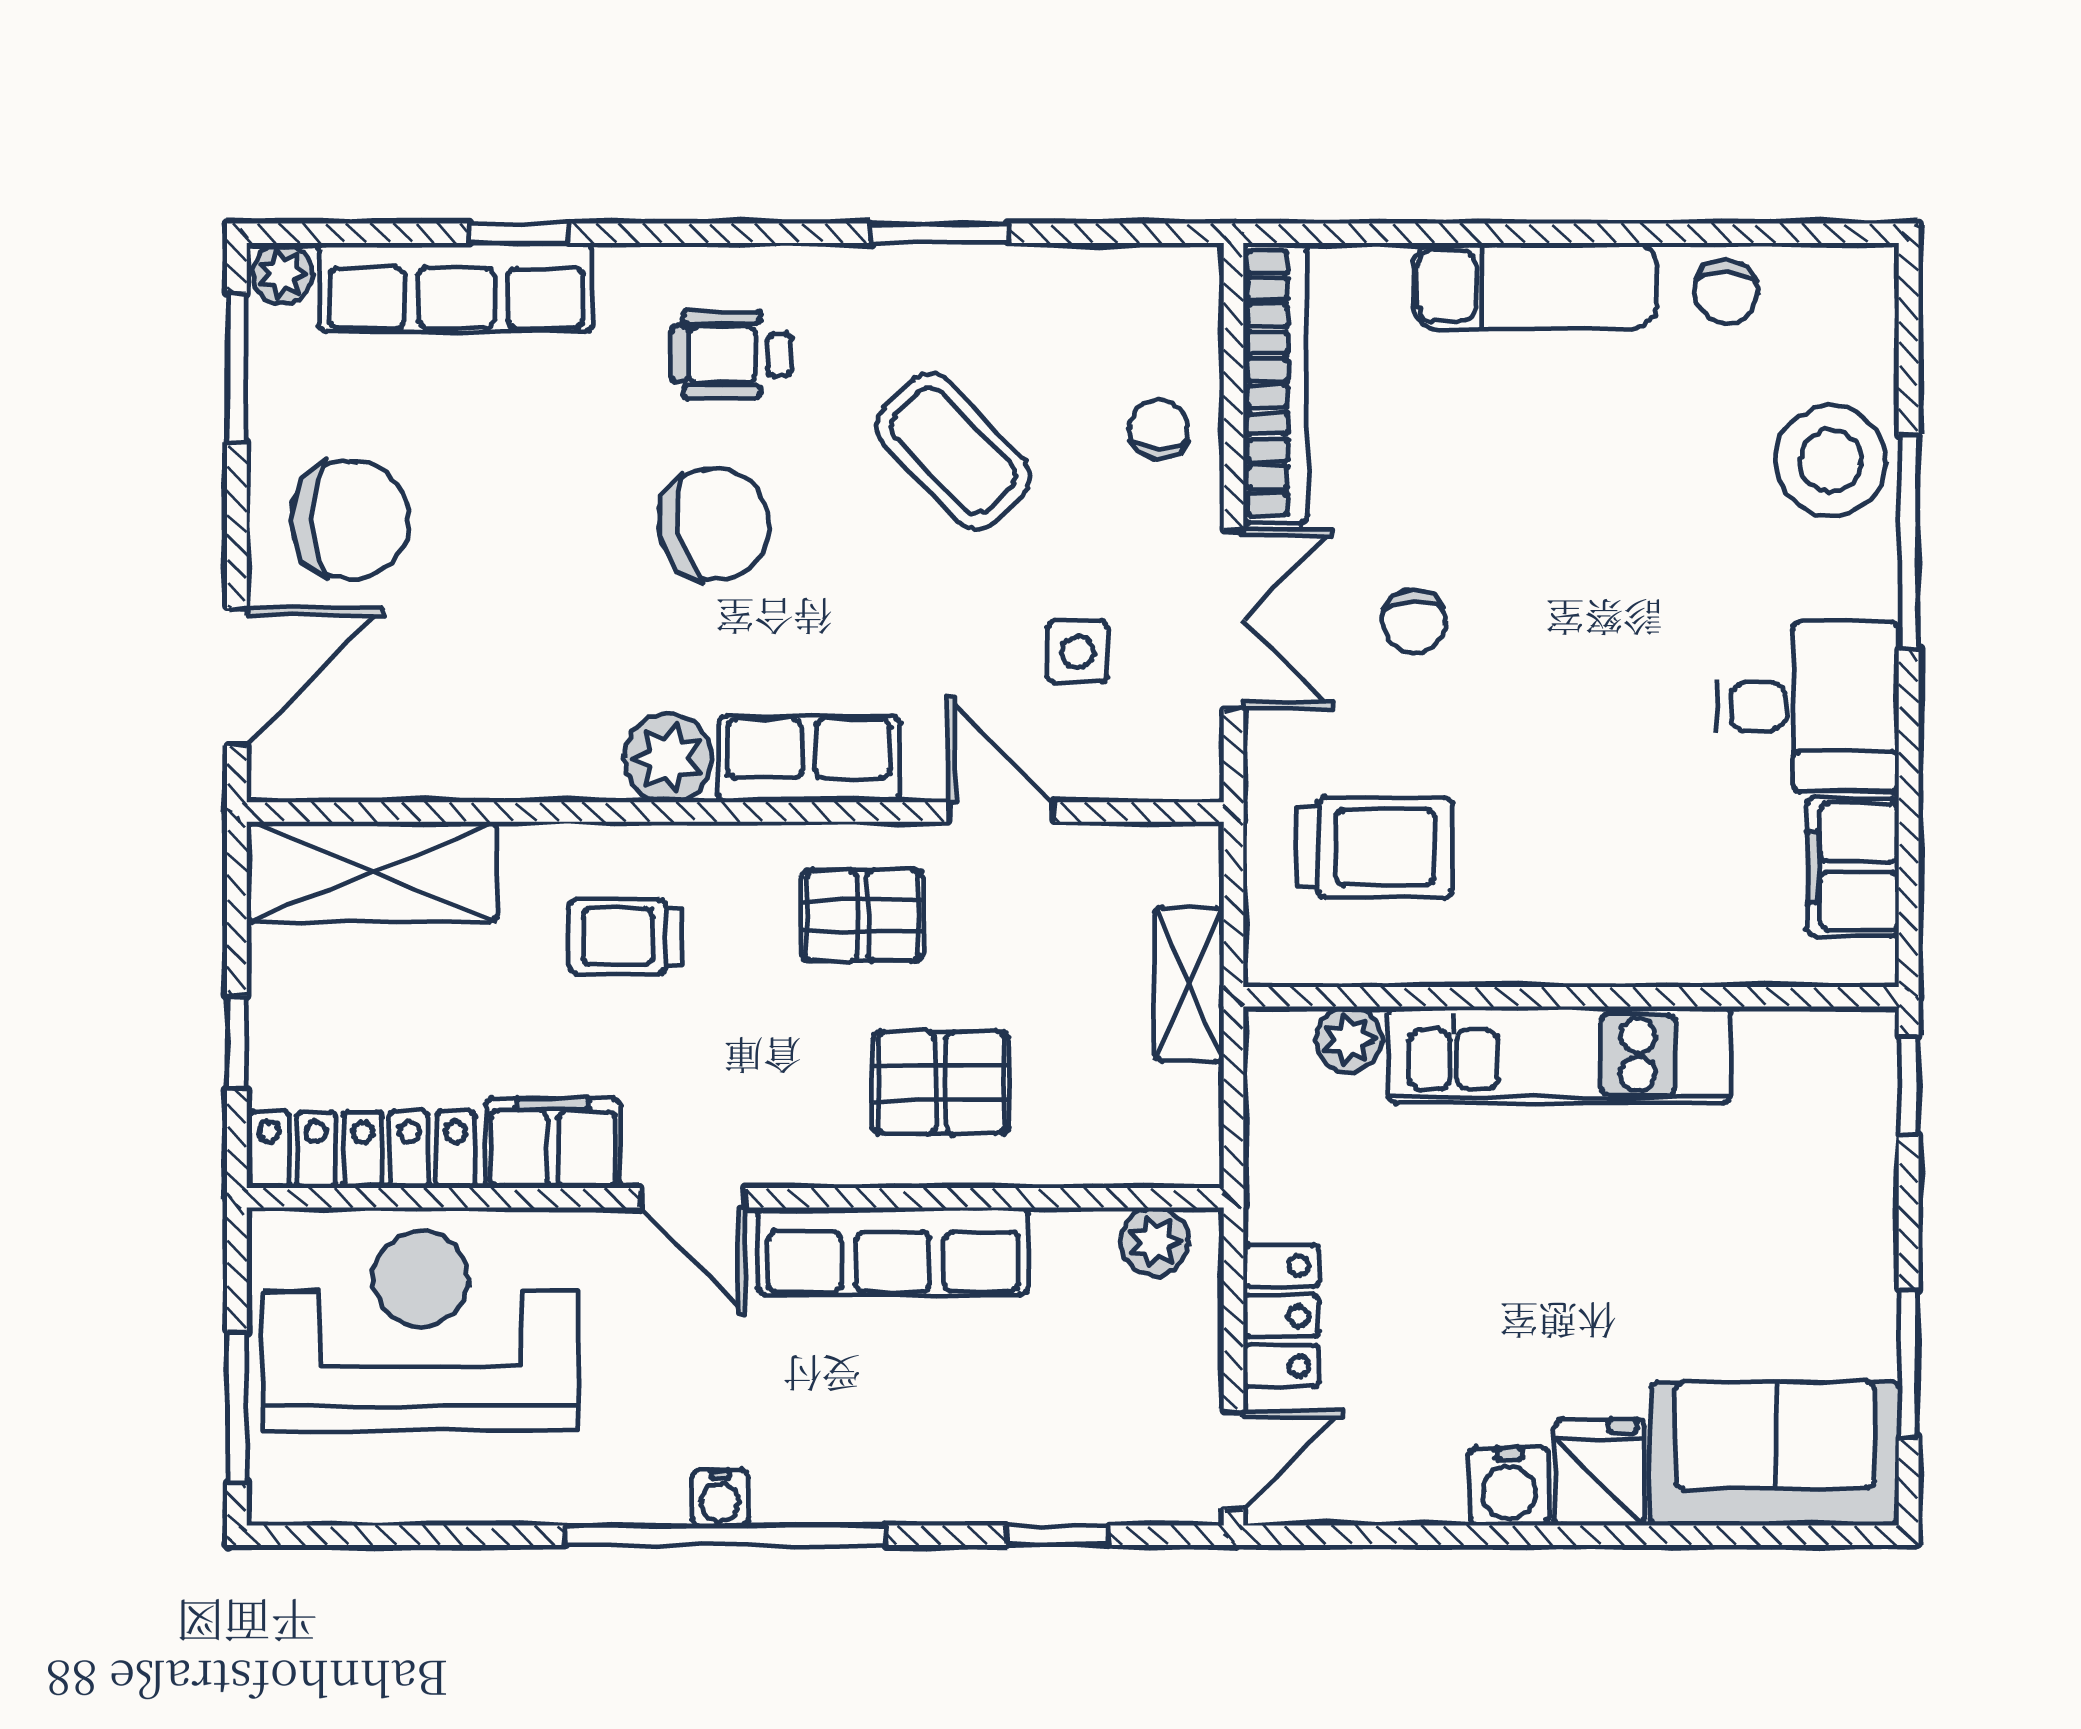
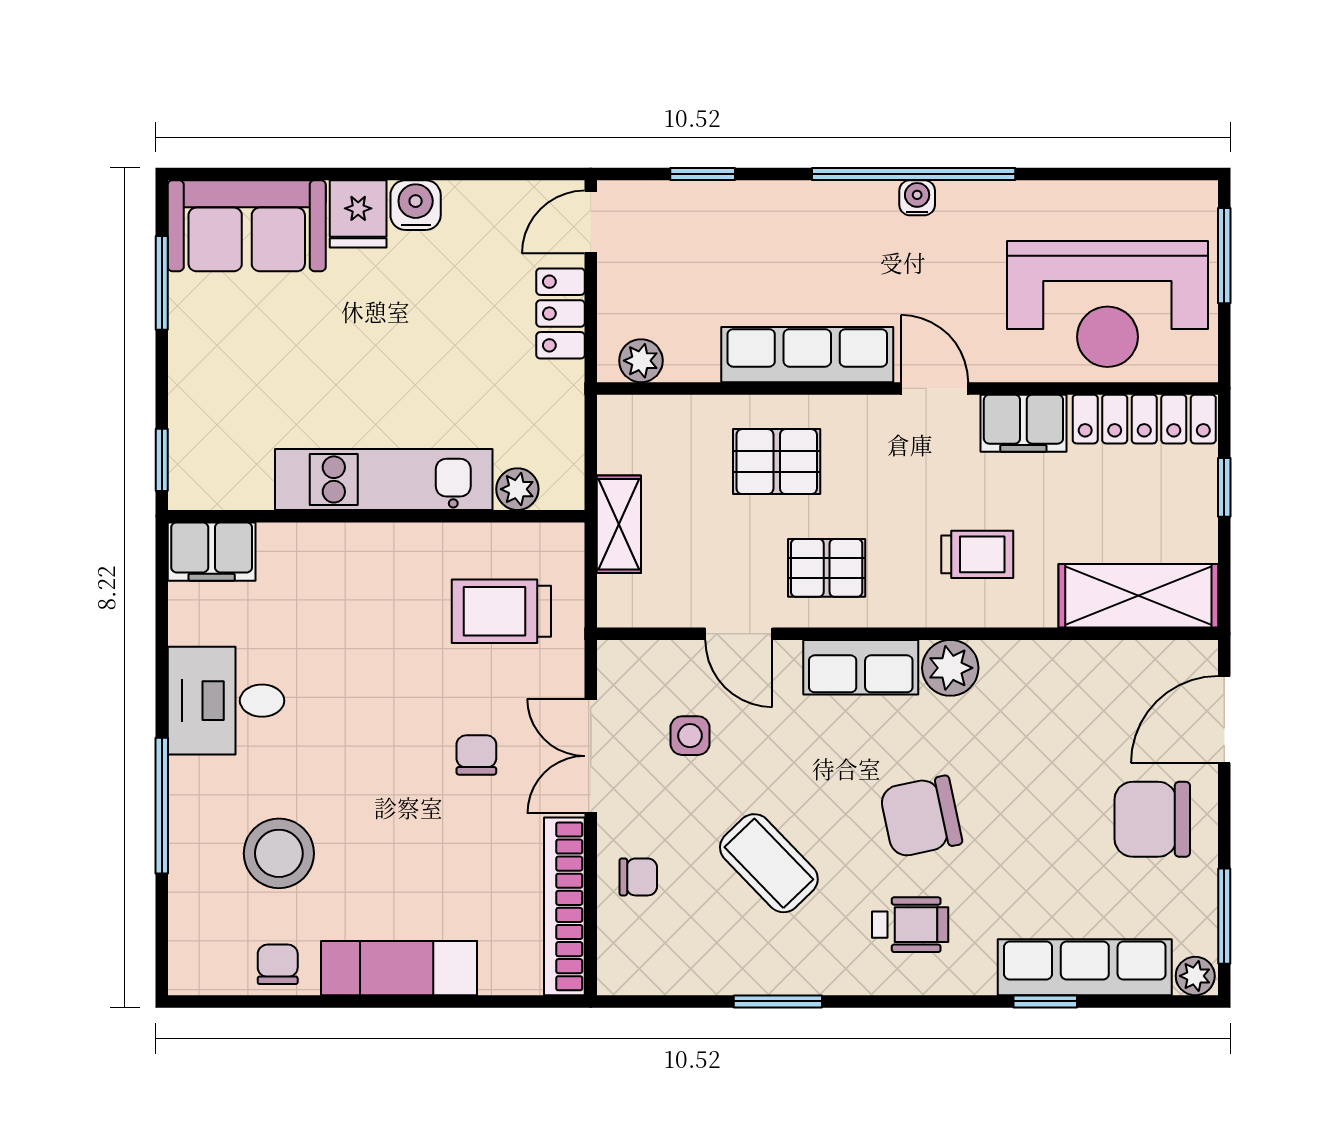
chair: (1159, 429) -> (638, 877), turned -90
stool: (1830, 461) -> (279, 853), moved
filing cabinet: (1853, 867) -> (212, 552), moved, turned 90

